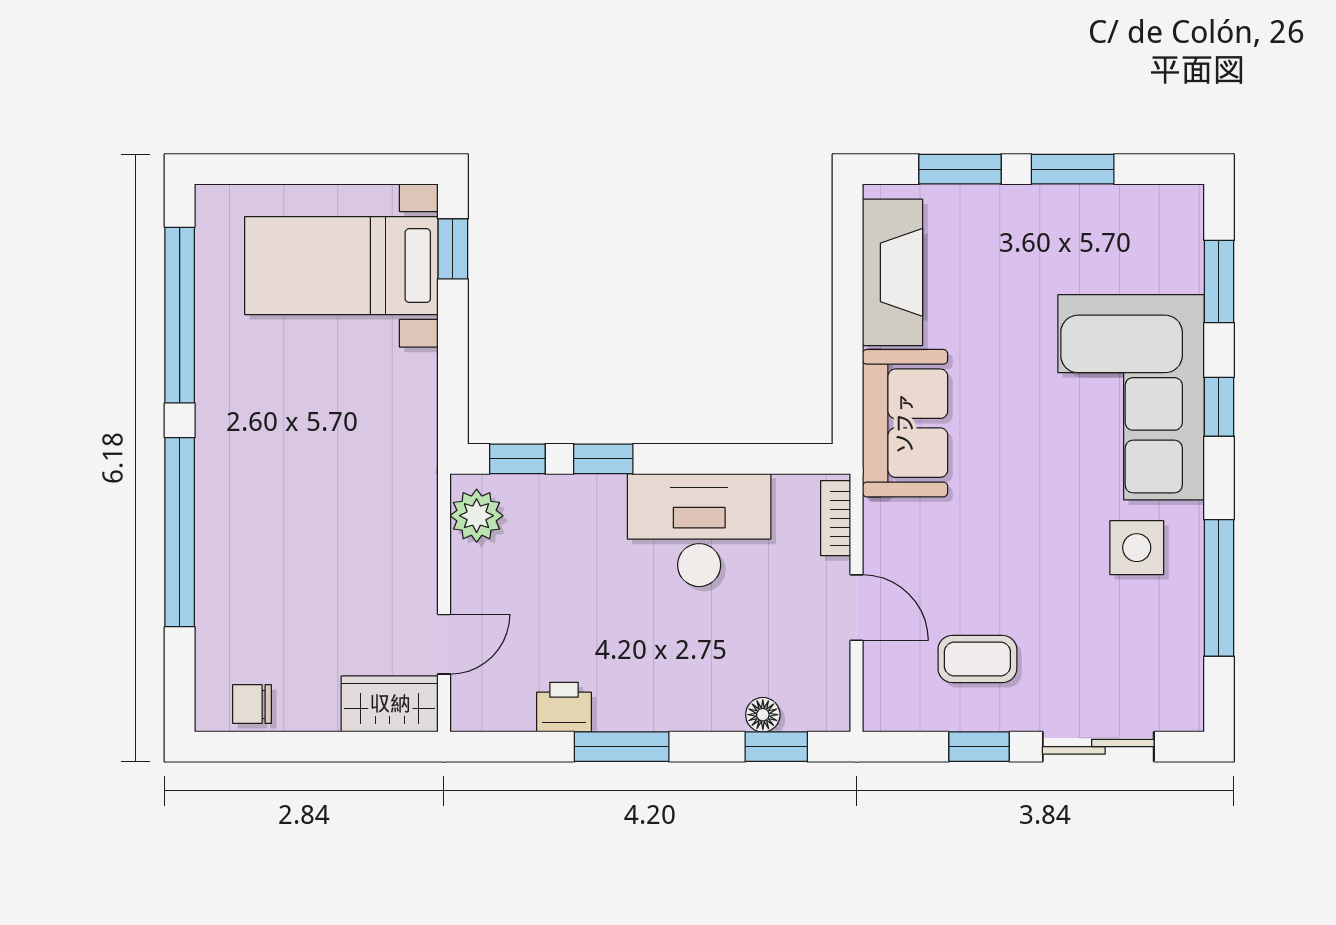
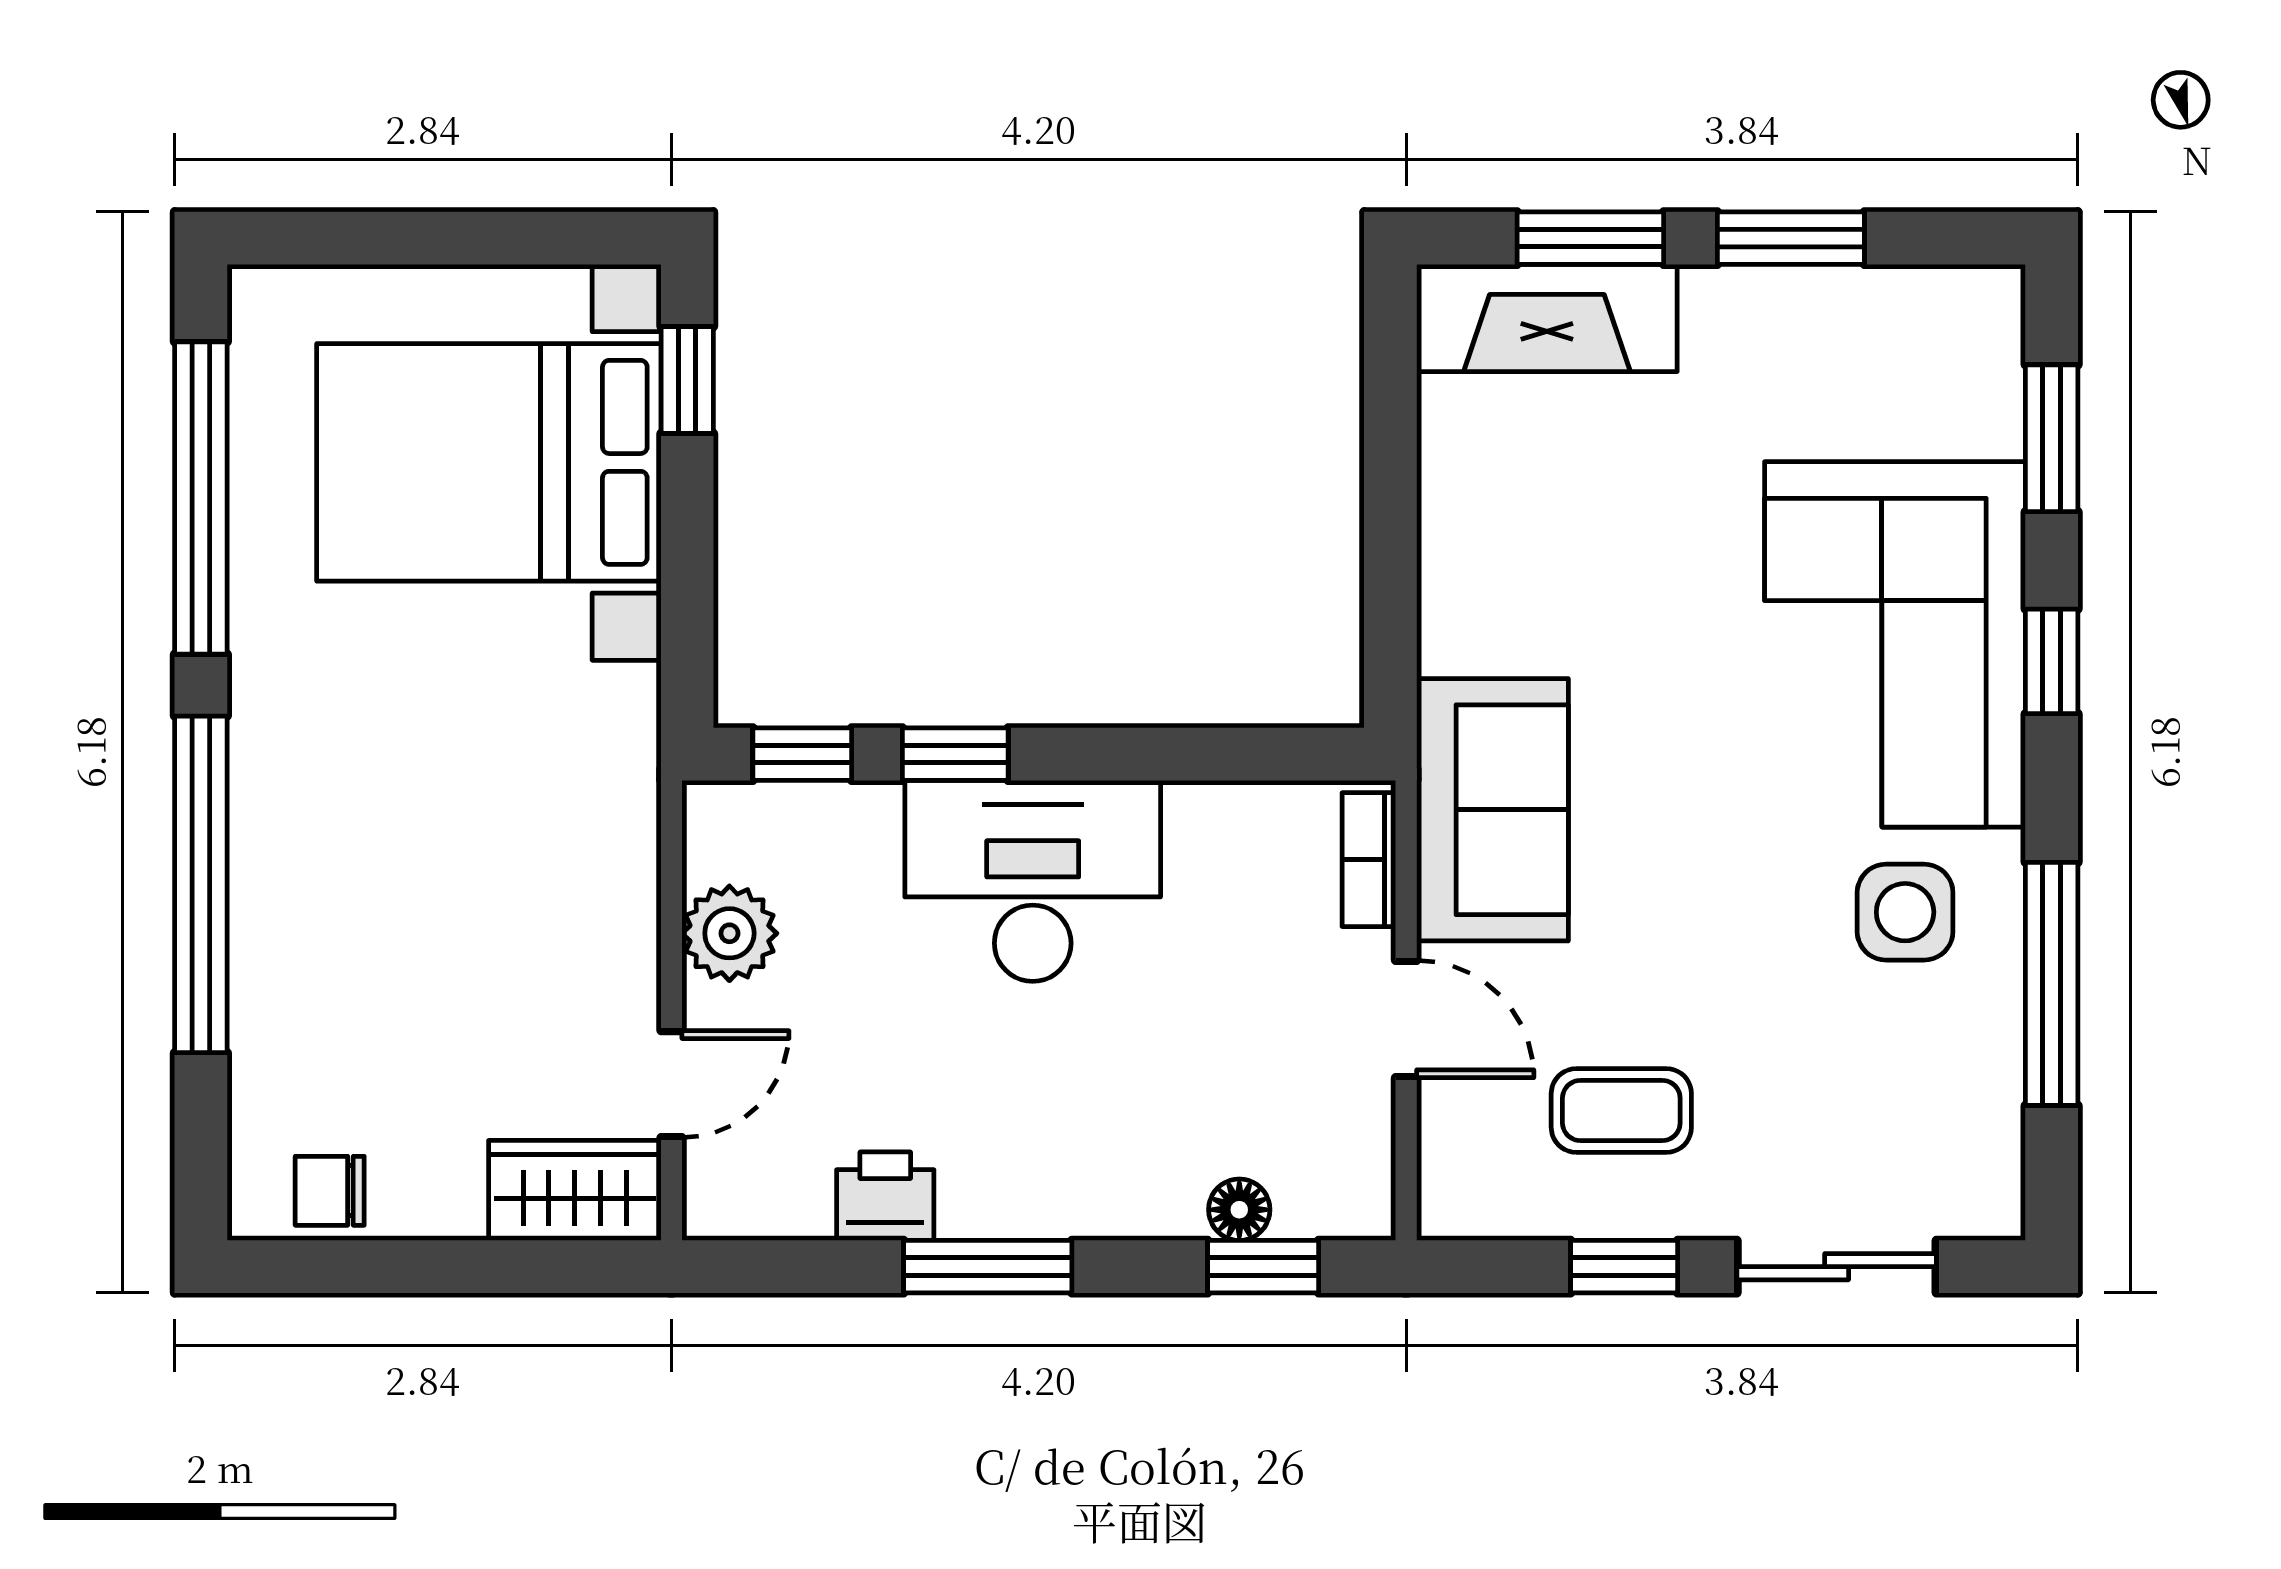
bed with nightstands: (341, 266) -> (489, 462), width x1.36
fireplace: (893, 272) -> (1547, 318), moved, turned 90
sofa: (905, 423) -> (1492, 810), moved
plant: (477, 516) -> (729, 933), moved
desk: (699, 530) -> (1033, 881), moved

